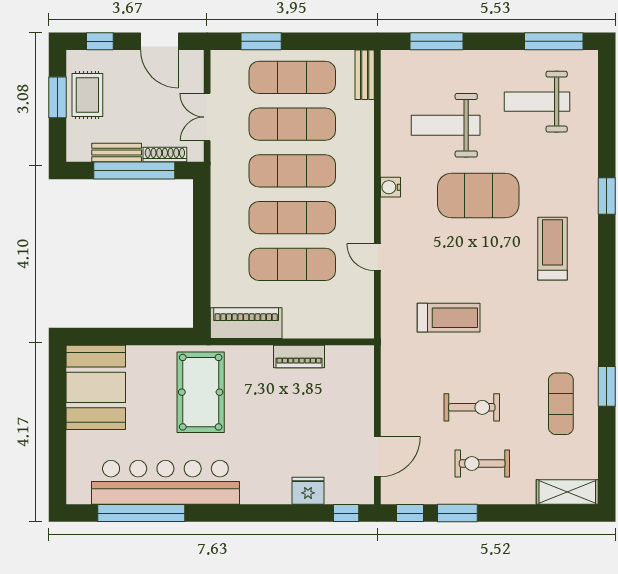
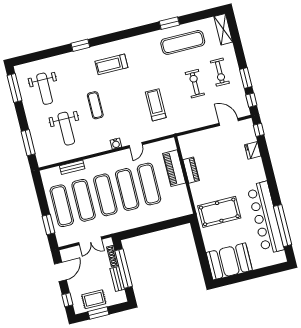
bench: (365, 75) -> (72, 167), moved
water cooler: (390, 187) -> (116, 144), moved
exercise mat: (478, 196) -> (95, 105), width x0.50, depth x0.69
piano: (246, 323) -> (174, 168), moved
exercise mat: (561, 404) -> (183, 42), width x1.36, depth x1.45

